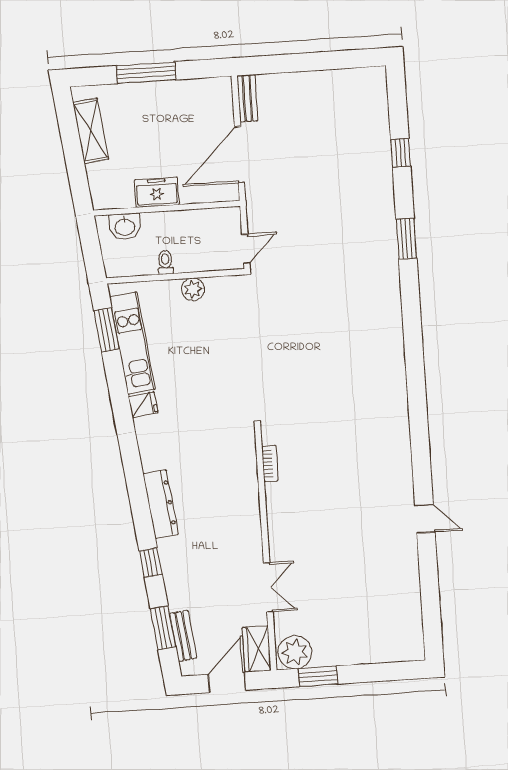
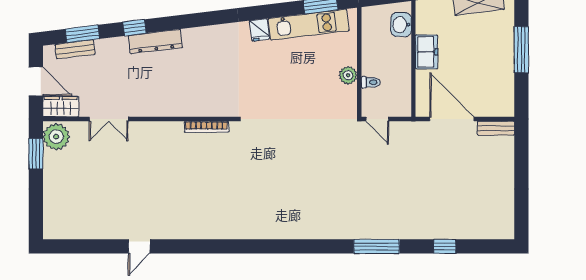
window: (406, 239) -> (377, 246), width x1.44
toilet: (165, 262) -> (371, 82), moved
bookcase: (270, 463) -> (206, 127), width x1.56
dresser: (161, 504) -> (155, 41), moved
door: (425, 519) -> (139, 246), moved

